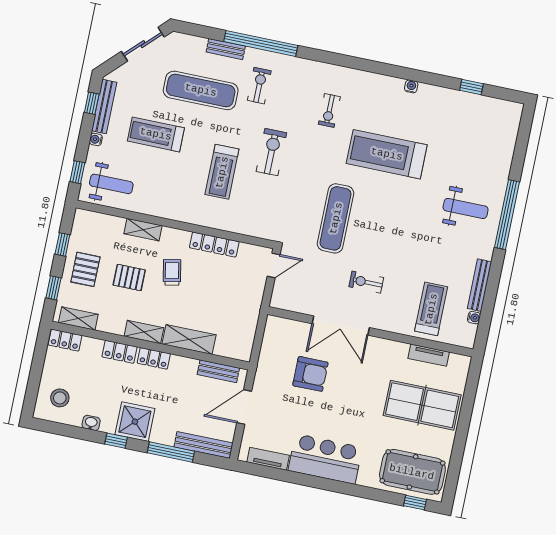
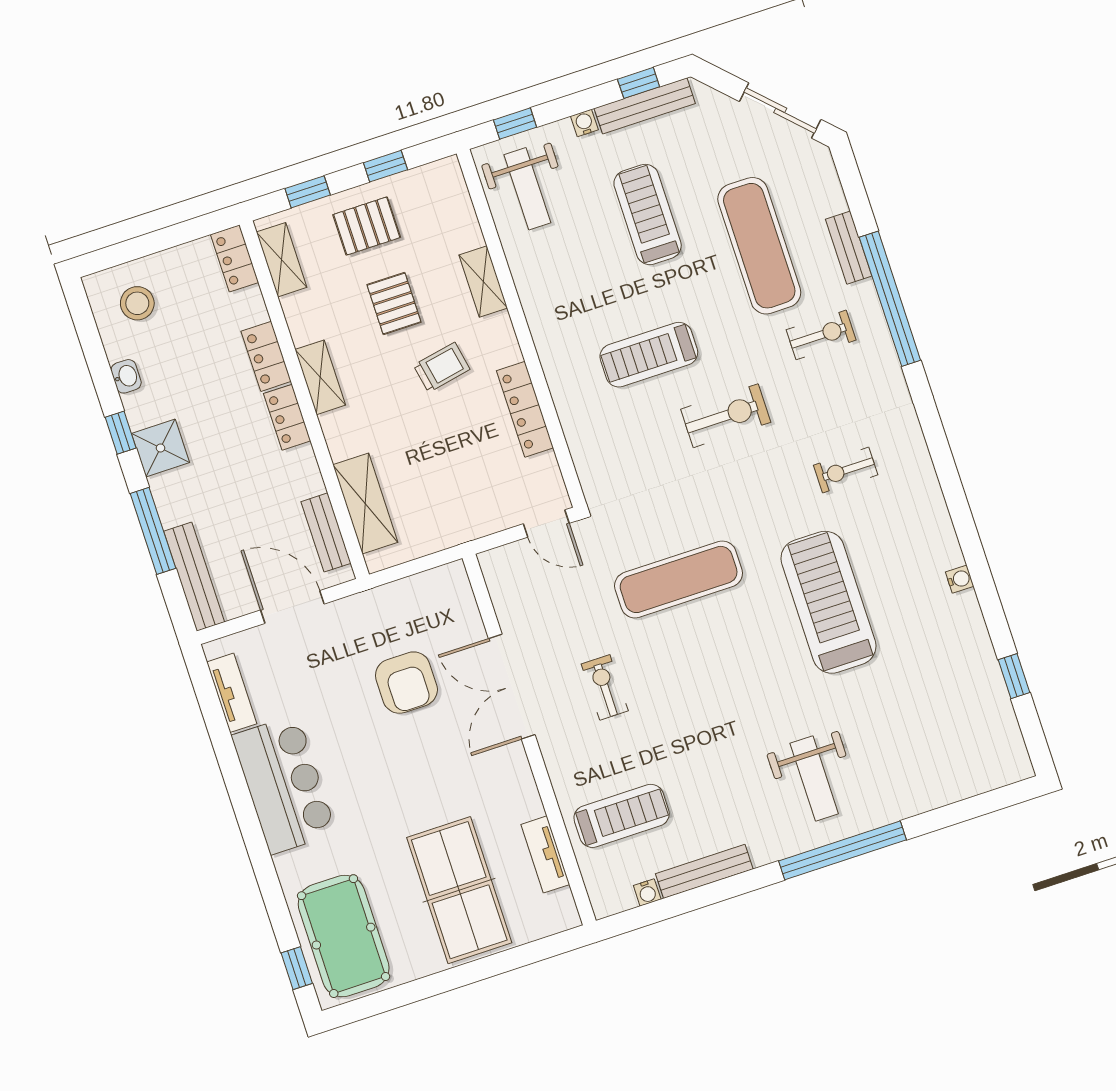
shelving: (189, 339) -> (365, 503), moved
shower: (135, 422) -> (161, 448), width x0.73, depth x0.73

